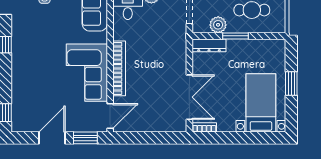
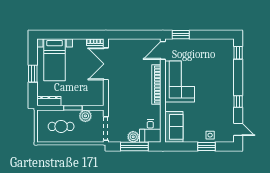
dresser: (209, 45) -> (49, 101), moved
door: (52, 138) -> (205, 35), removed

